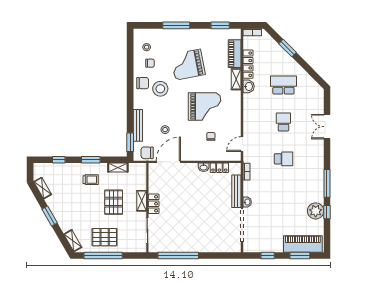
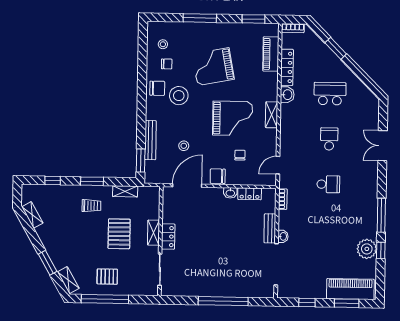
shelving: (236, 79) -> (272, 115), moved
chair: (147, 153) -> (218, 176), moved
bench: (236, 191) -> (270, 228), width x0.73
window: (50, 216) -> (48, 263), moved
pallet: (105, 237) -> (107, 277), width x0.67, depth x0.71
window: (178, 256) -> (223, 301), moved

